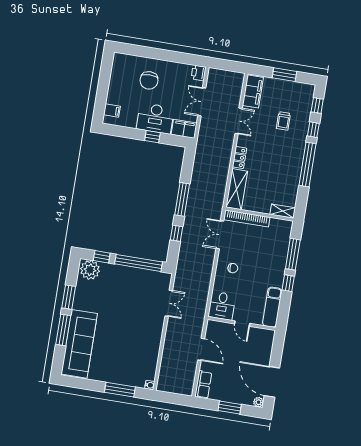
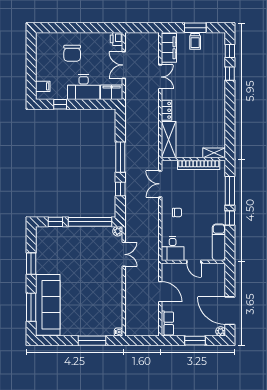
trolley: (283, 121) -> (195, 41), moved
window: (152, 137) -> (60, 104), moved
window: (308, 165) -> (230, 106), removed
bookcase: (247, 218) -> (199, 165), moved
plant: (90, 270) -> (118, 231), moved, width x0.53, depth x0.53
window: (63, 330) -> (31, 307), moved

